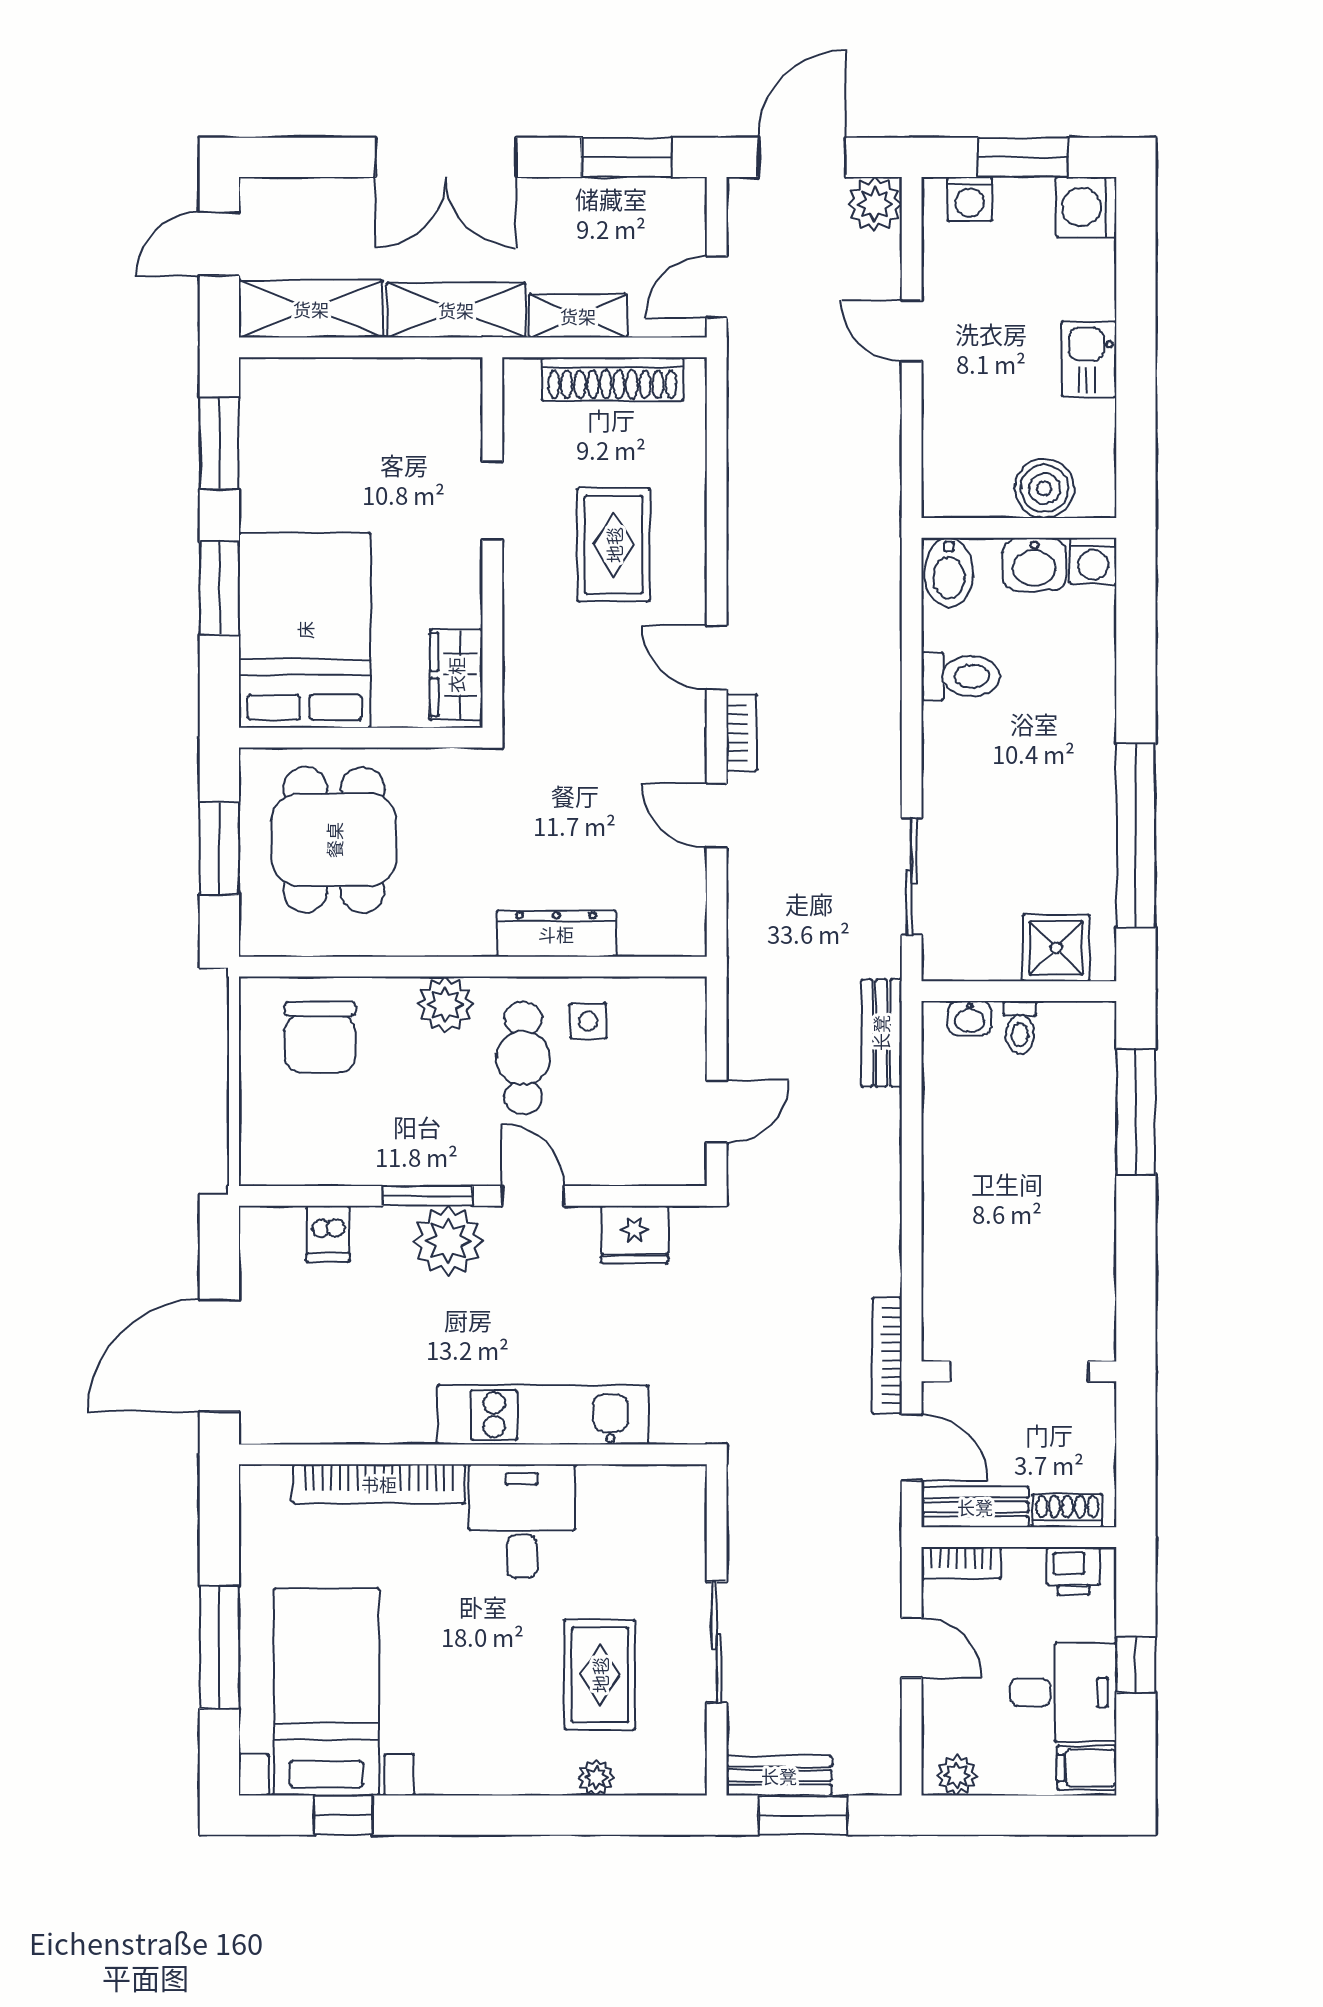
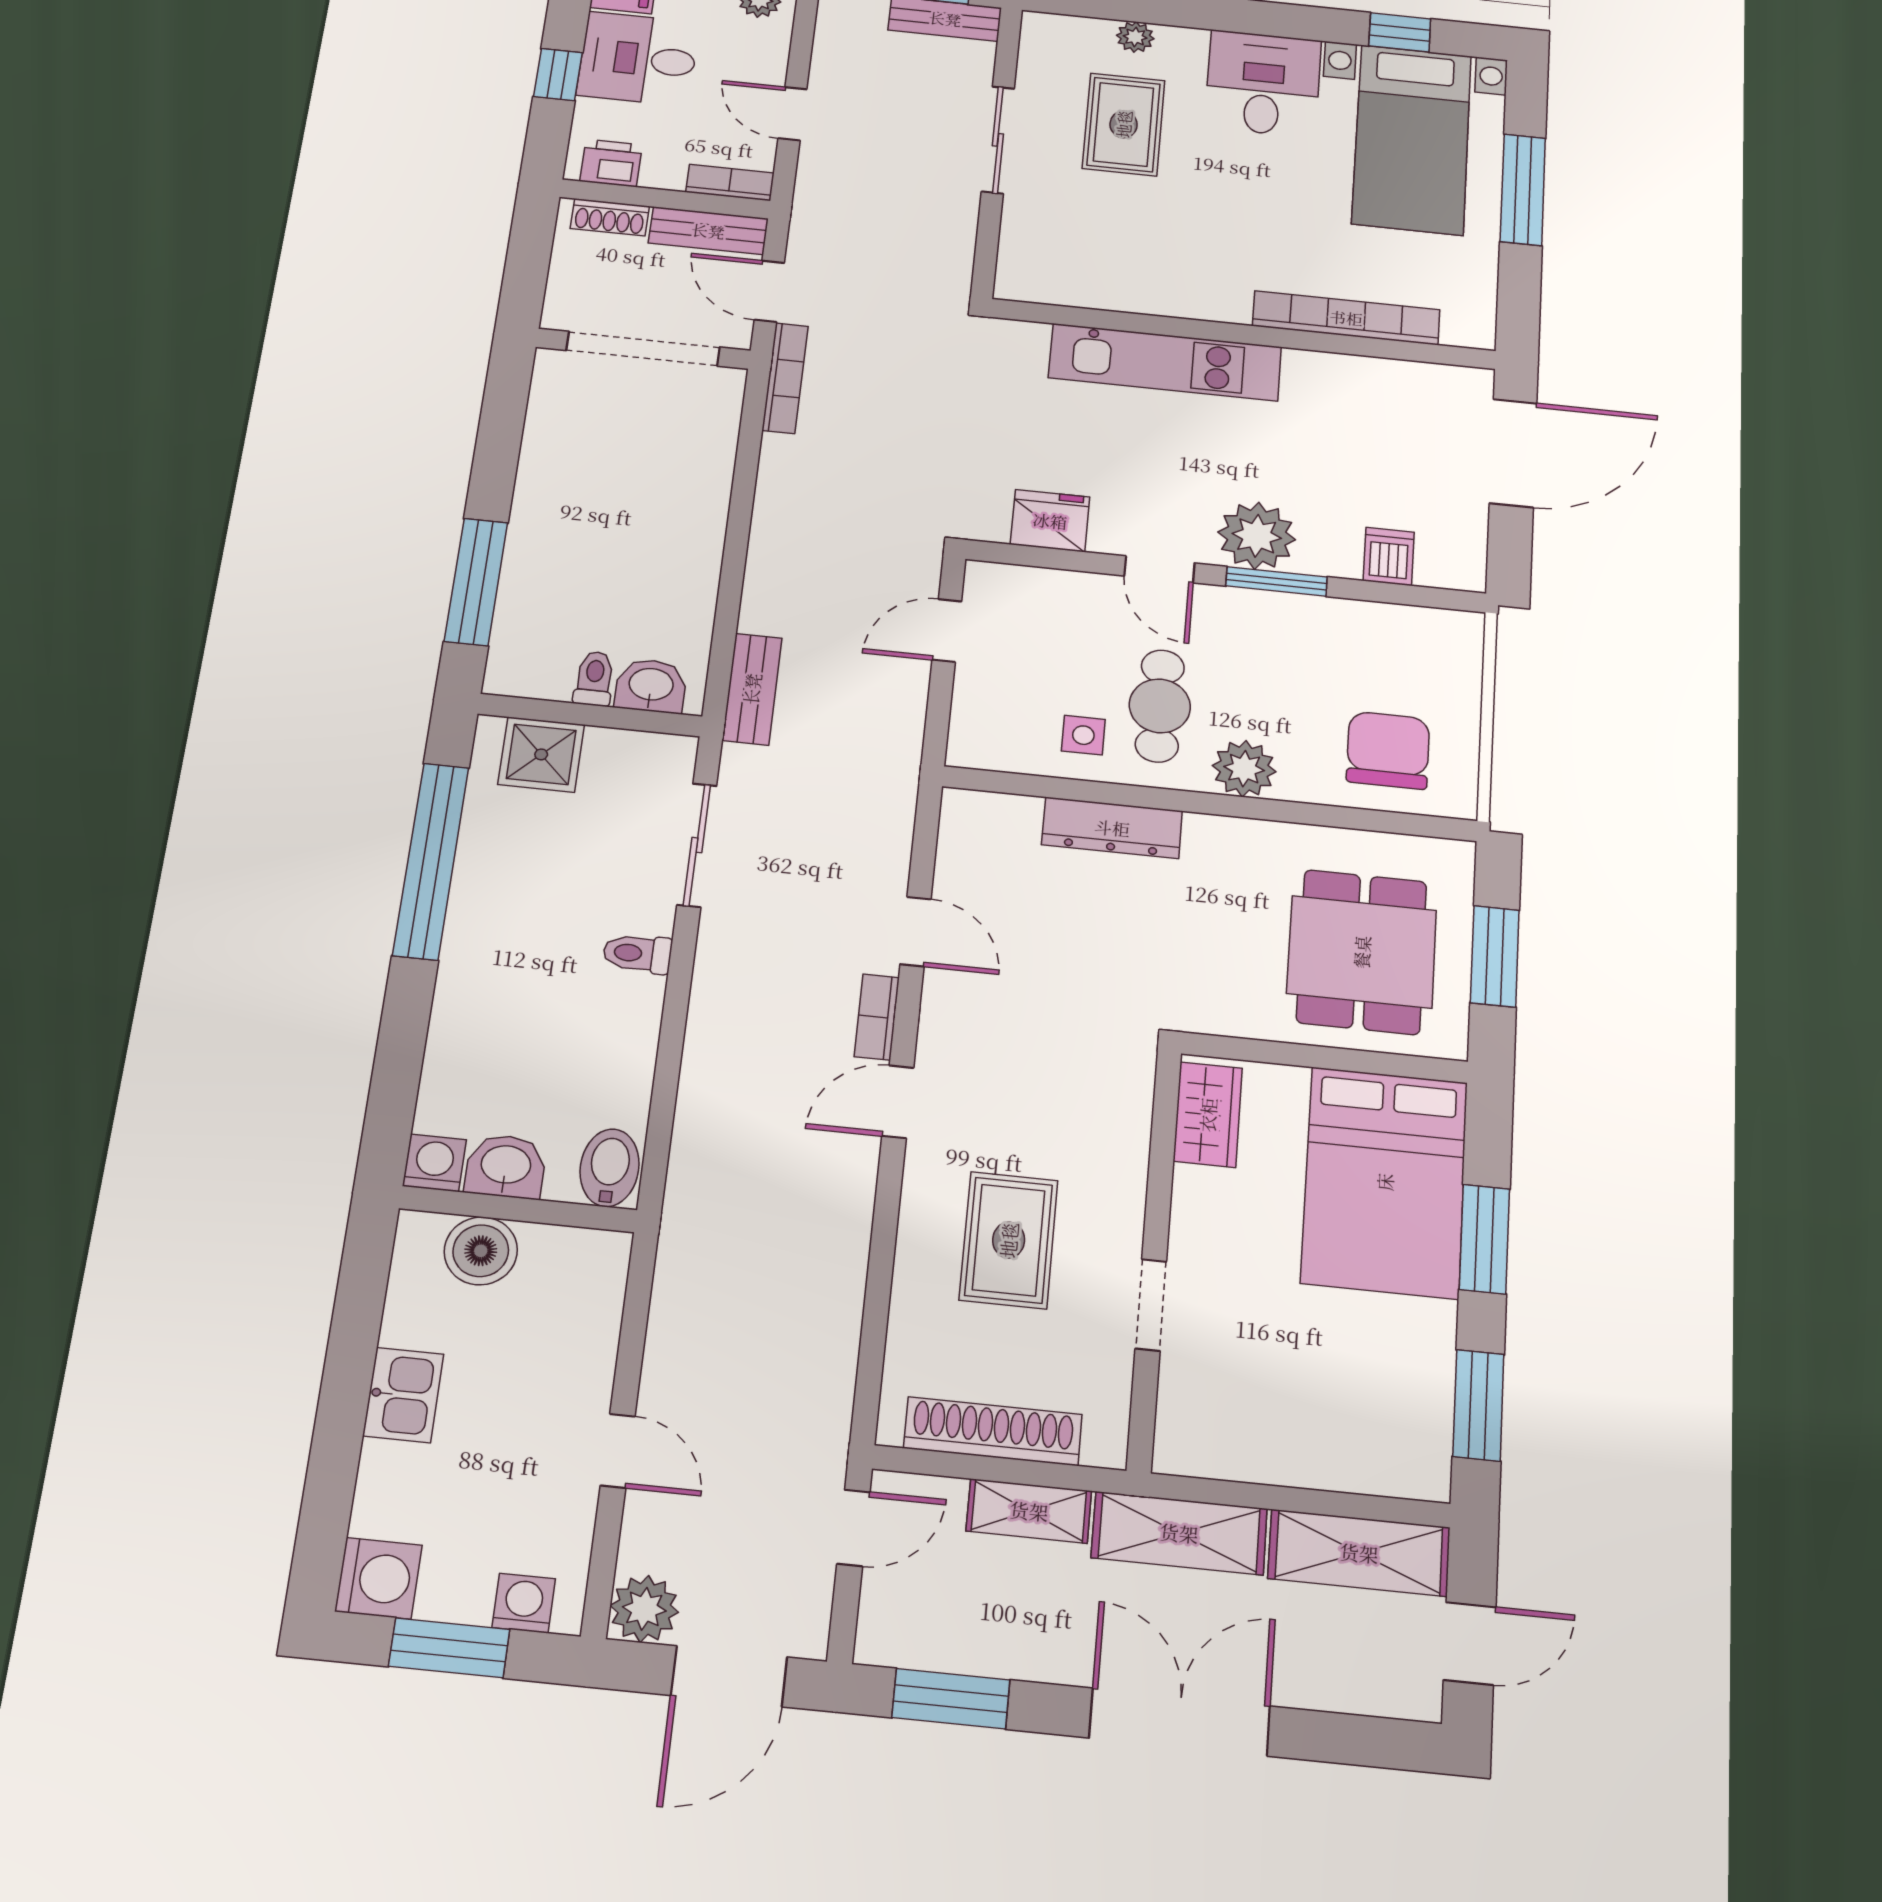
door: (717, 658) -> (898, 1102), swing flipped
toilet: (961, 676) -> (637, 954), moved, width x0.73, depth x0.72
washbasin: (970, 1018) -> (651, 686), width x1.38, depth x1.45
desk: (522, 1521) -> (1263, 84), moved, turned 180

